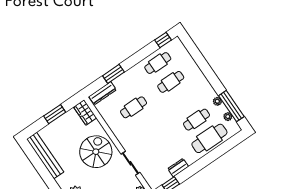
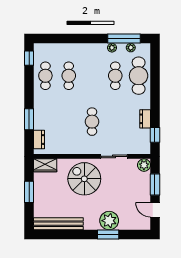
dresser: (103, 93) -> (39, 140), width x0.70
cafe table: (134, 107) -> (92, 122), moved

